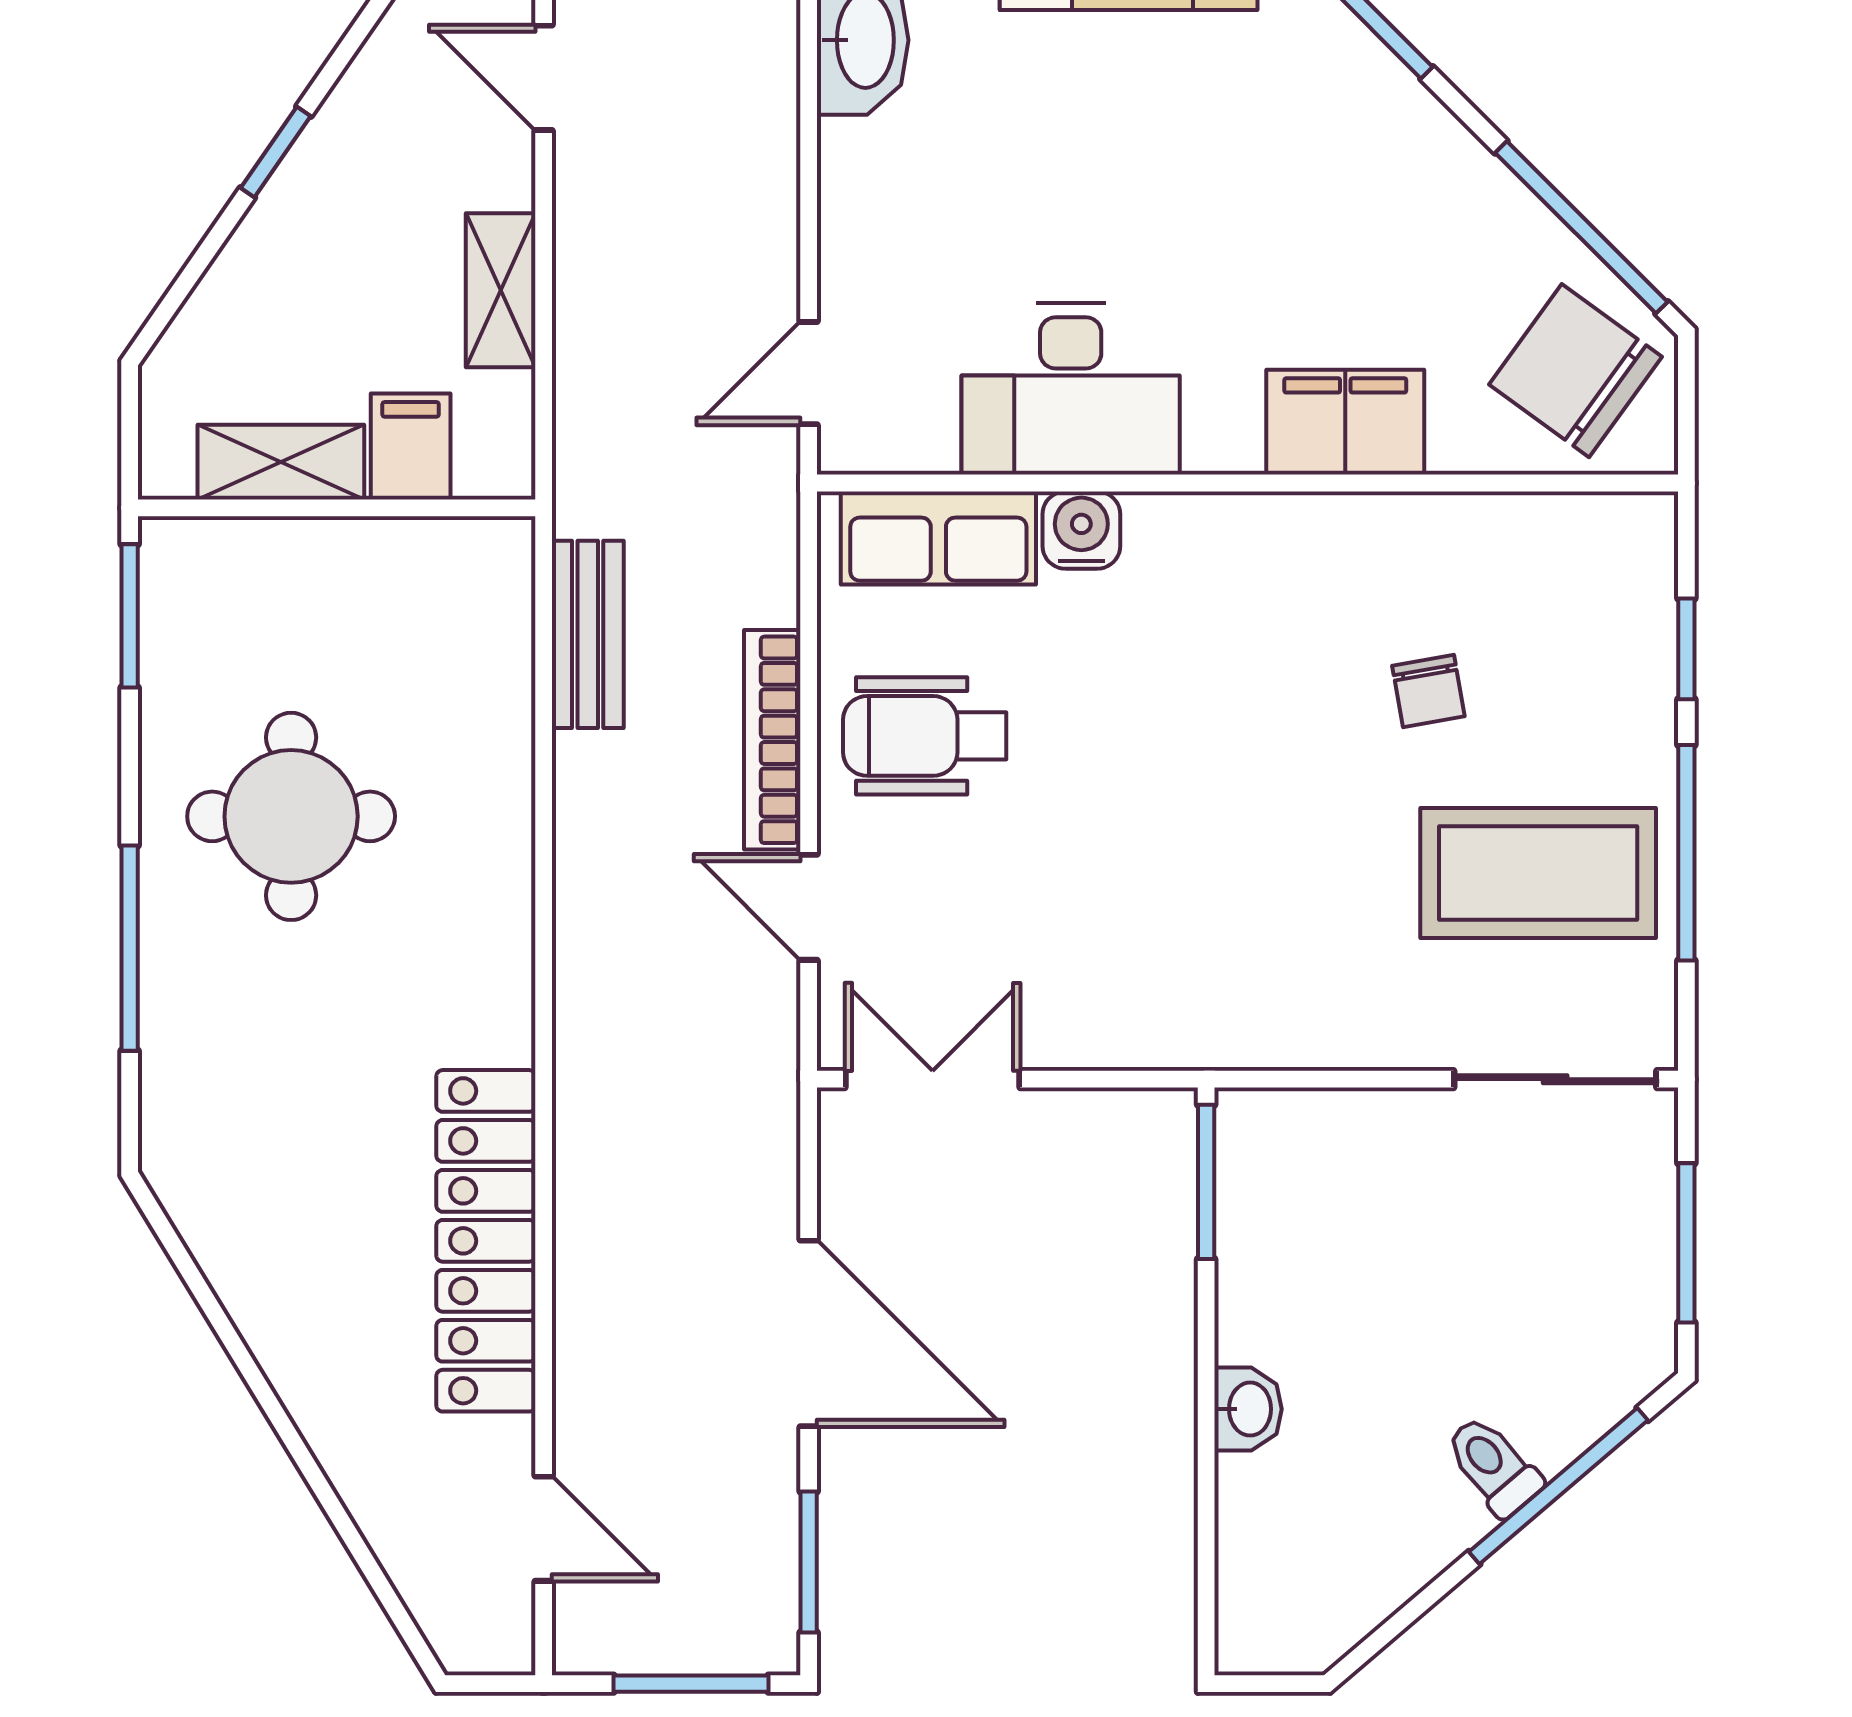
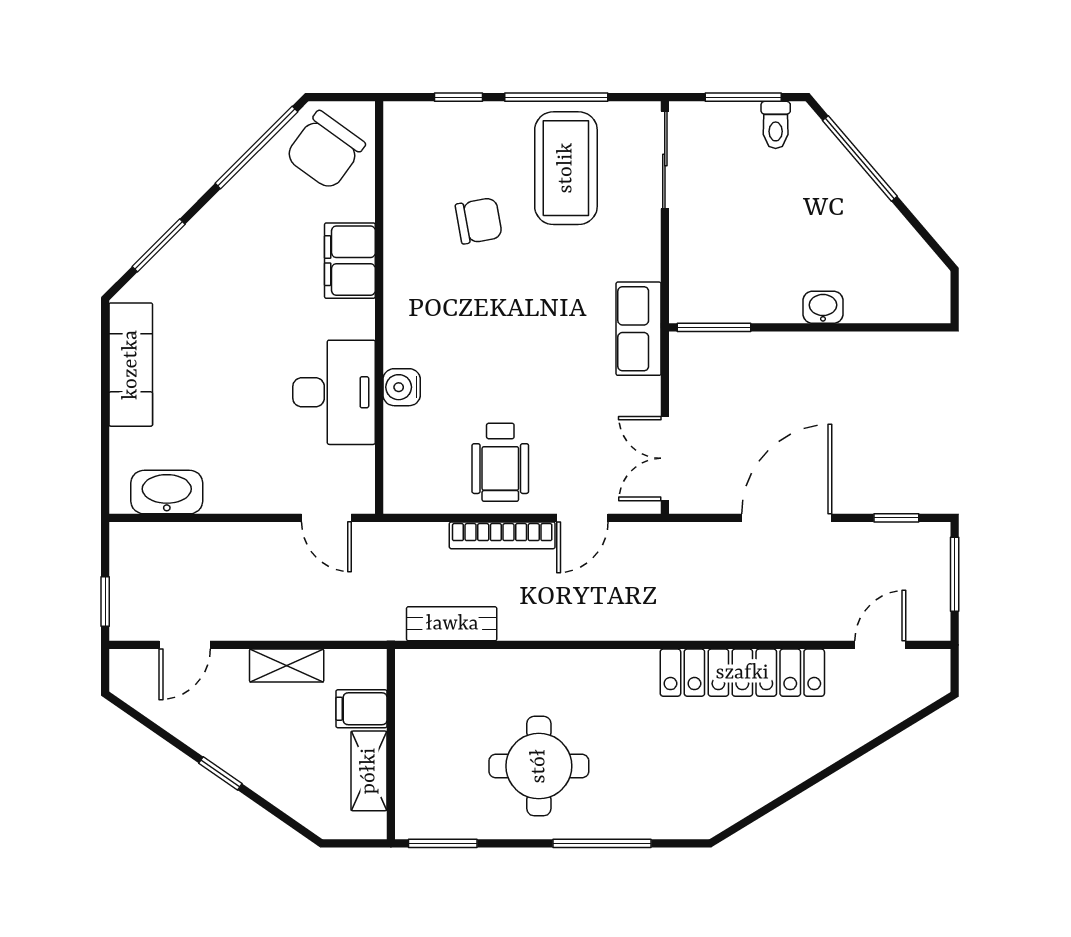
row of seats: (938, 538) -> (639, 329), moved, turned 180
chair: (1428, 691) -> (479, 221), width x1.37, depth x1.37
toilet: (1493, 1466) -> (776, 125), moved, turned -50
window: (809, 1562) -> (896, 518), width x0.67

